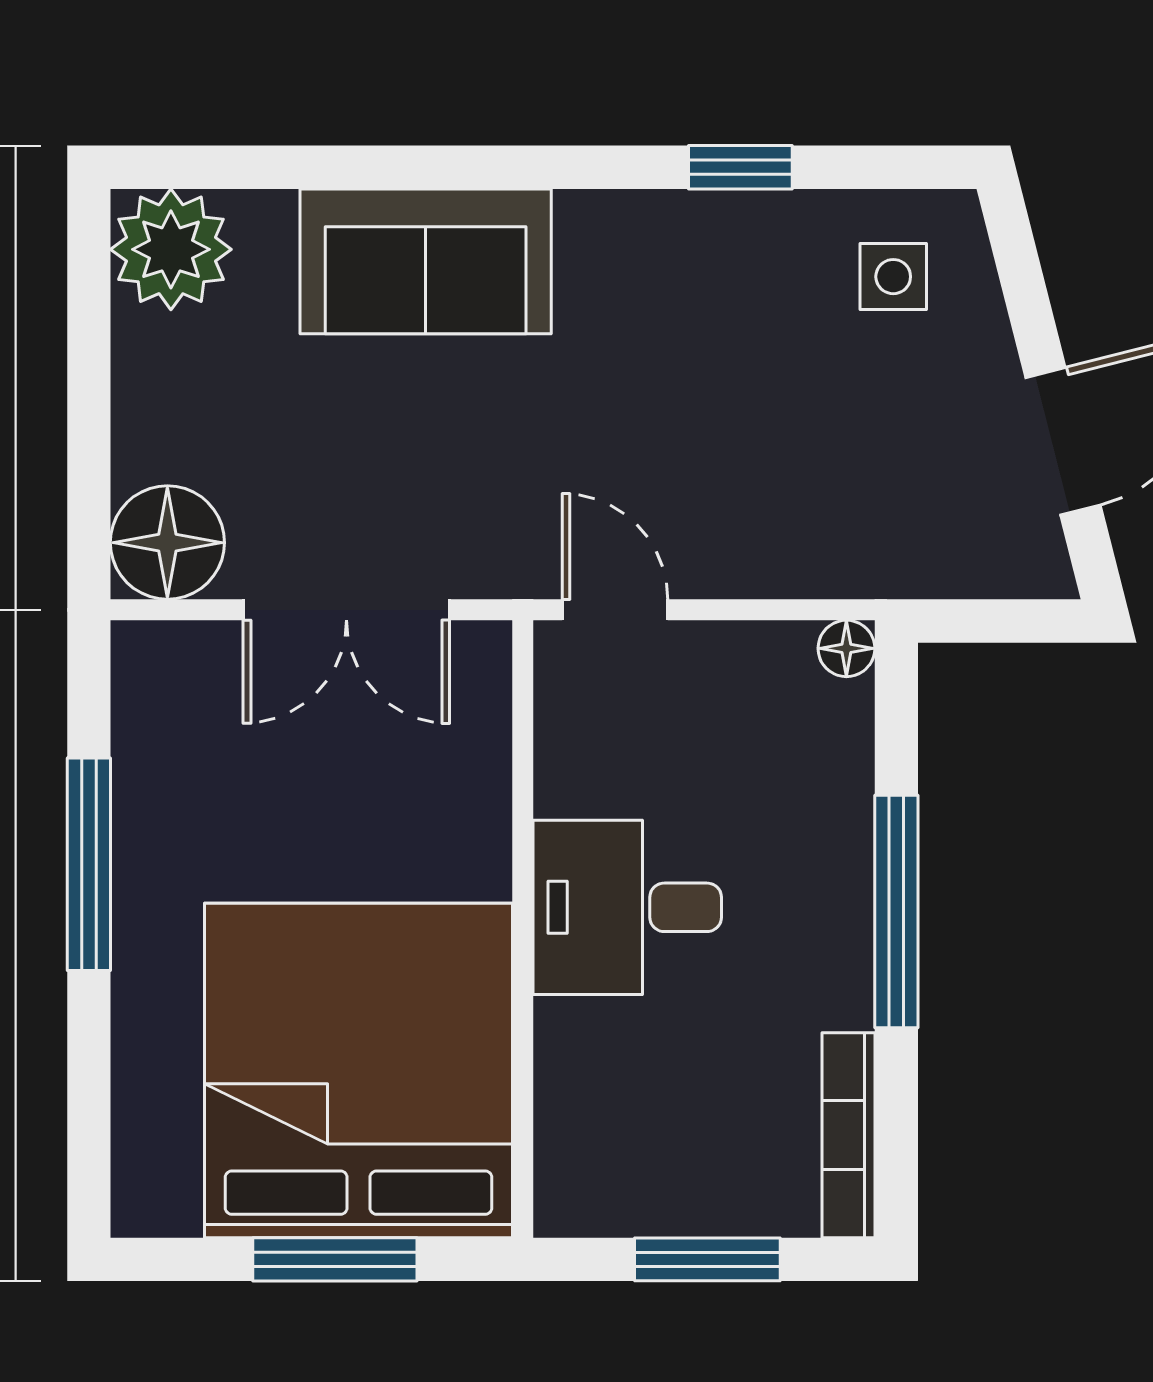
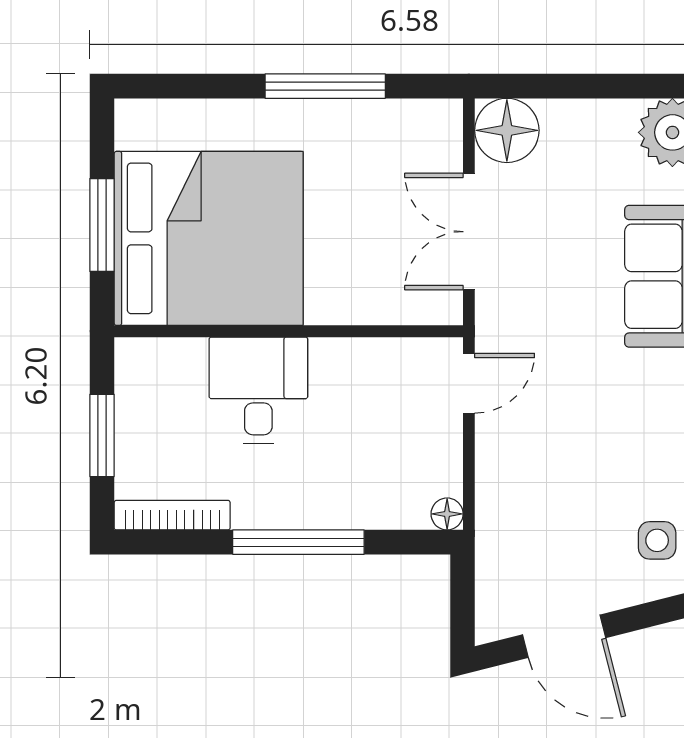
desk: (627, 907) -> (258, 390), moved

